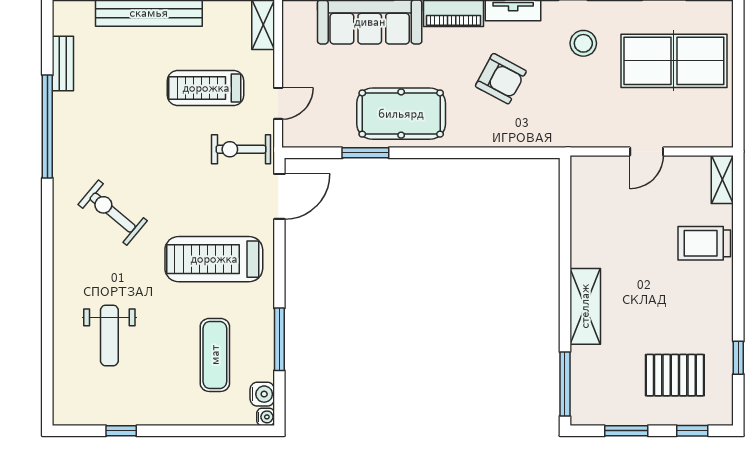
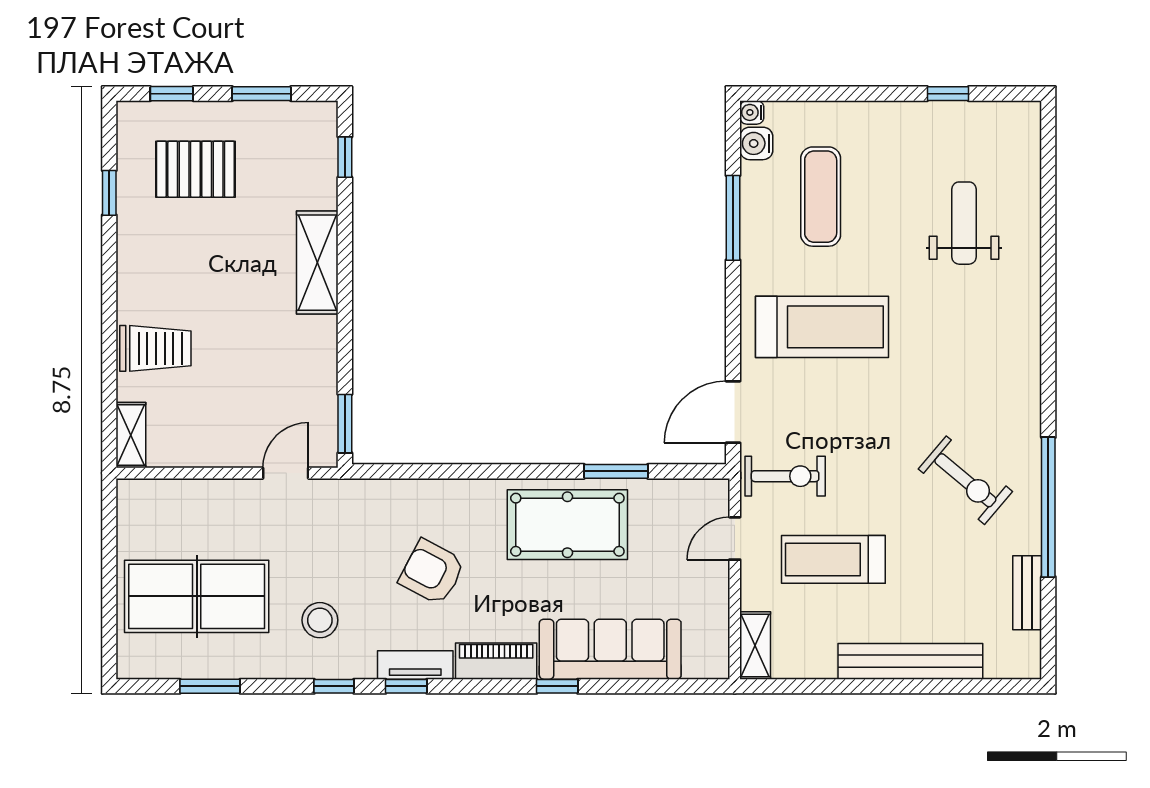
treadmill: (206, 88) -> (833, 559), turned 180
door: (647, 152) -> (286, 473), moved
window: (565, 188) -> (345, 424), added
exercise bike: (113, 213) -> (965, 480), moved
window: (565, 384) -> (345, 157), width x0.46

